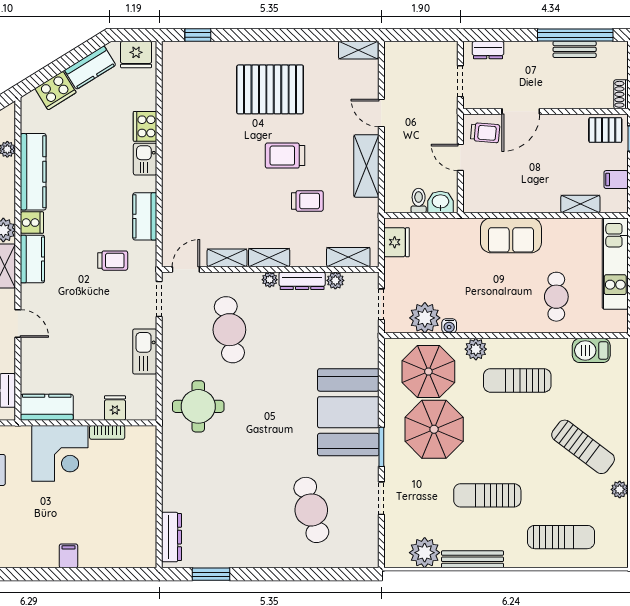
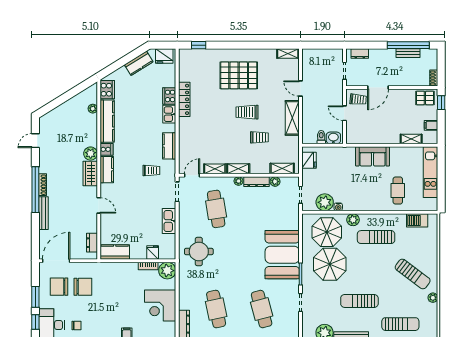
cooker: (55, 90) -> (107, 90), moved, turned -58
locker: (172, 133) -> (184, 99), added
plant: (141, 441) -> (167, 271), added
corner desk: (60, 453) -> (160, 306), moved, turned 90
cafe table: (229, 510) -> (216, 309), added

